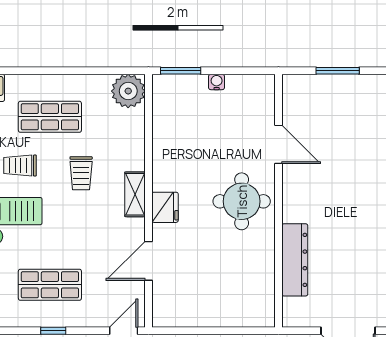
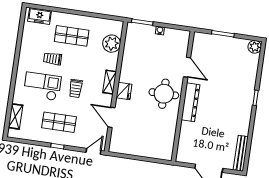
plant: (128, 91) -> (112, 44), moved
trolley: (81, 173) -> (76, 88), moved
dresser: (295, 260) -> (190, 102), moved
door: (148, 261) -> (111, 117), hinge flipped

